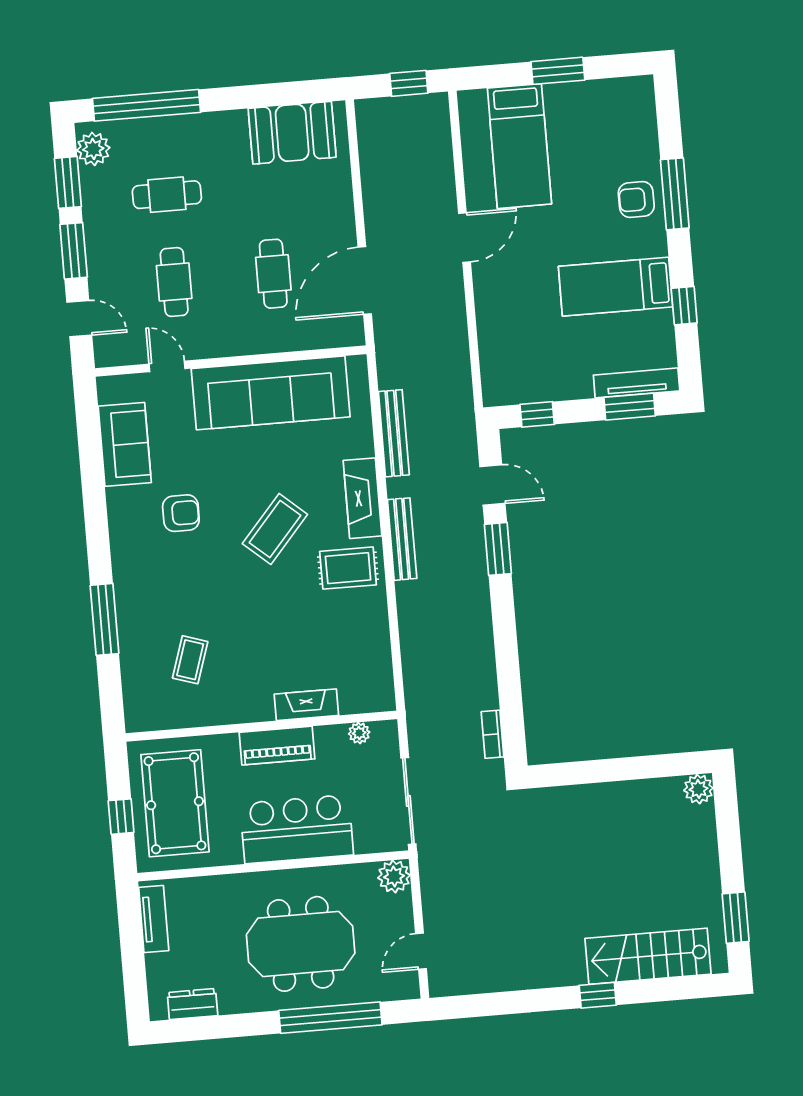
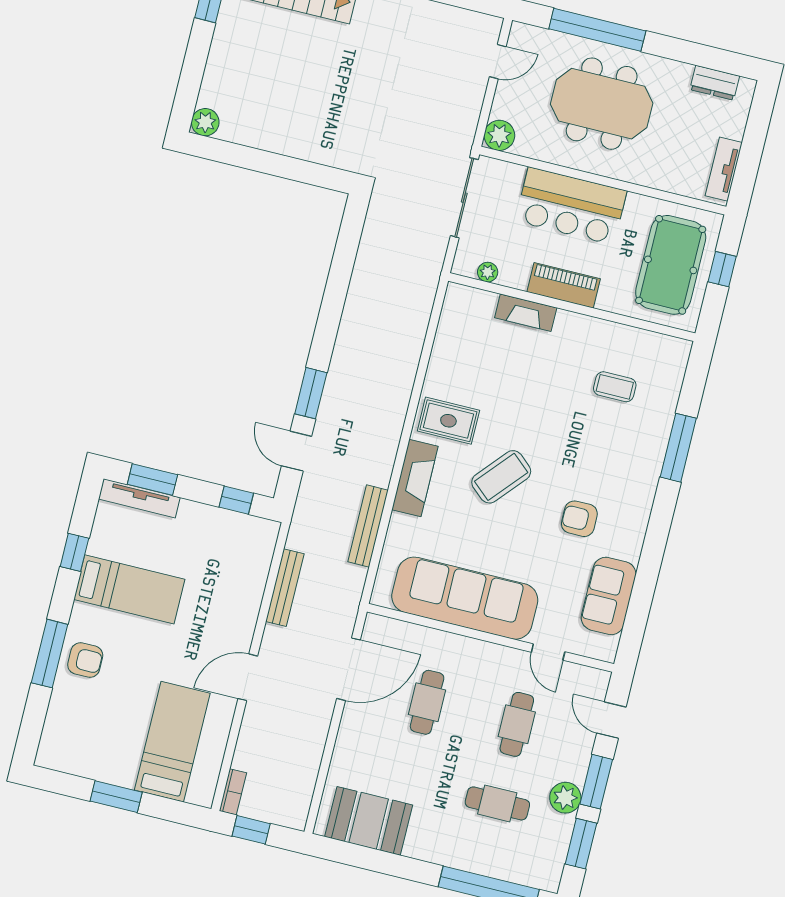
plant: (93, 149) -> (565, 798), moved
bench: (402, 539) -> (285, 588), moved
coffee table: (190, 660) -> (615, 387), turned 72
bookcase: (492, 734) -> (233, 792), moved

